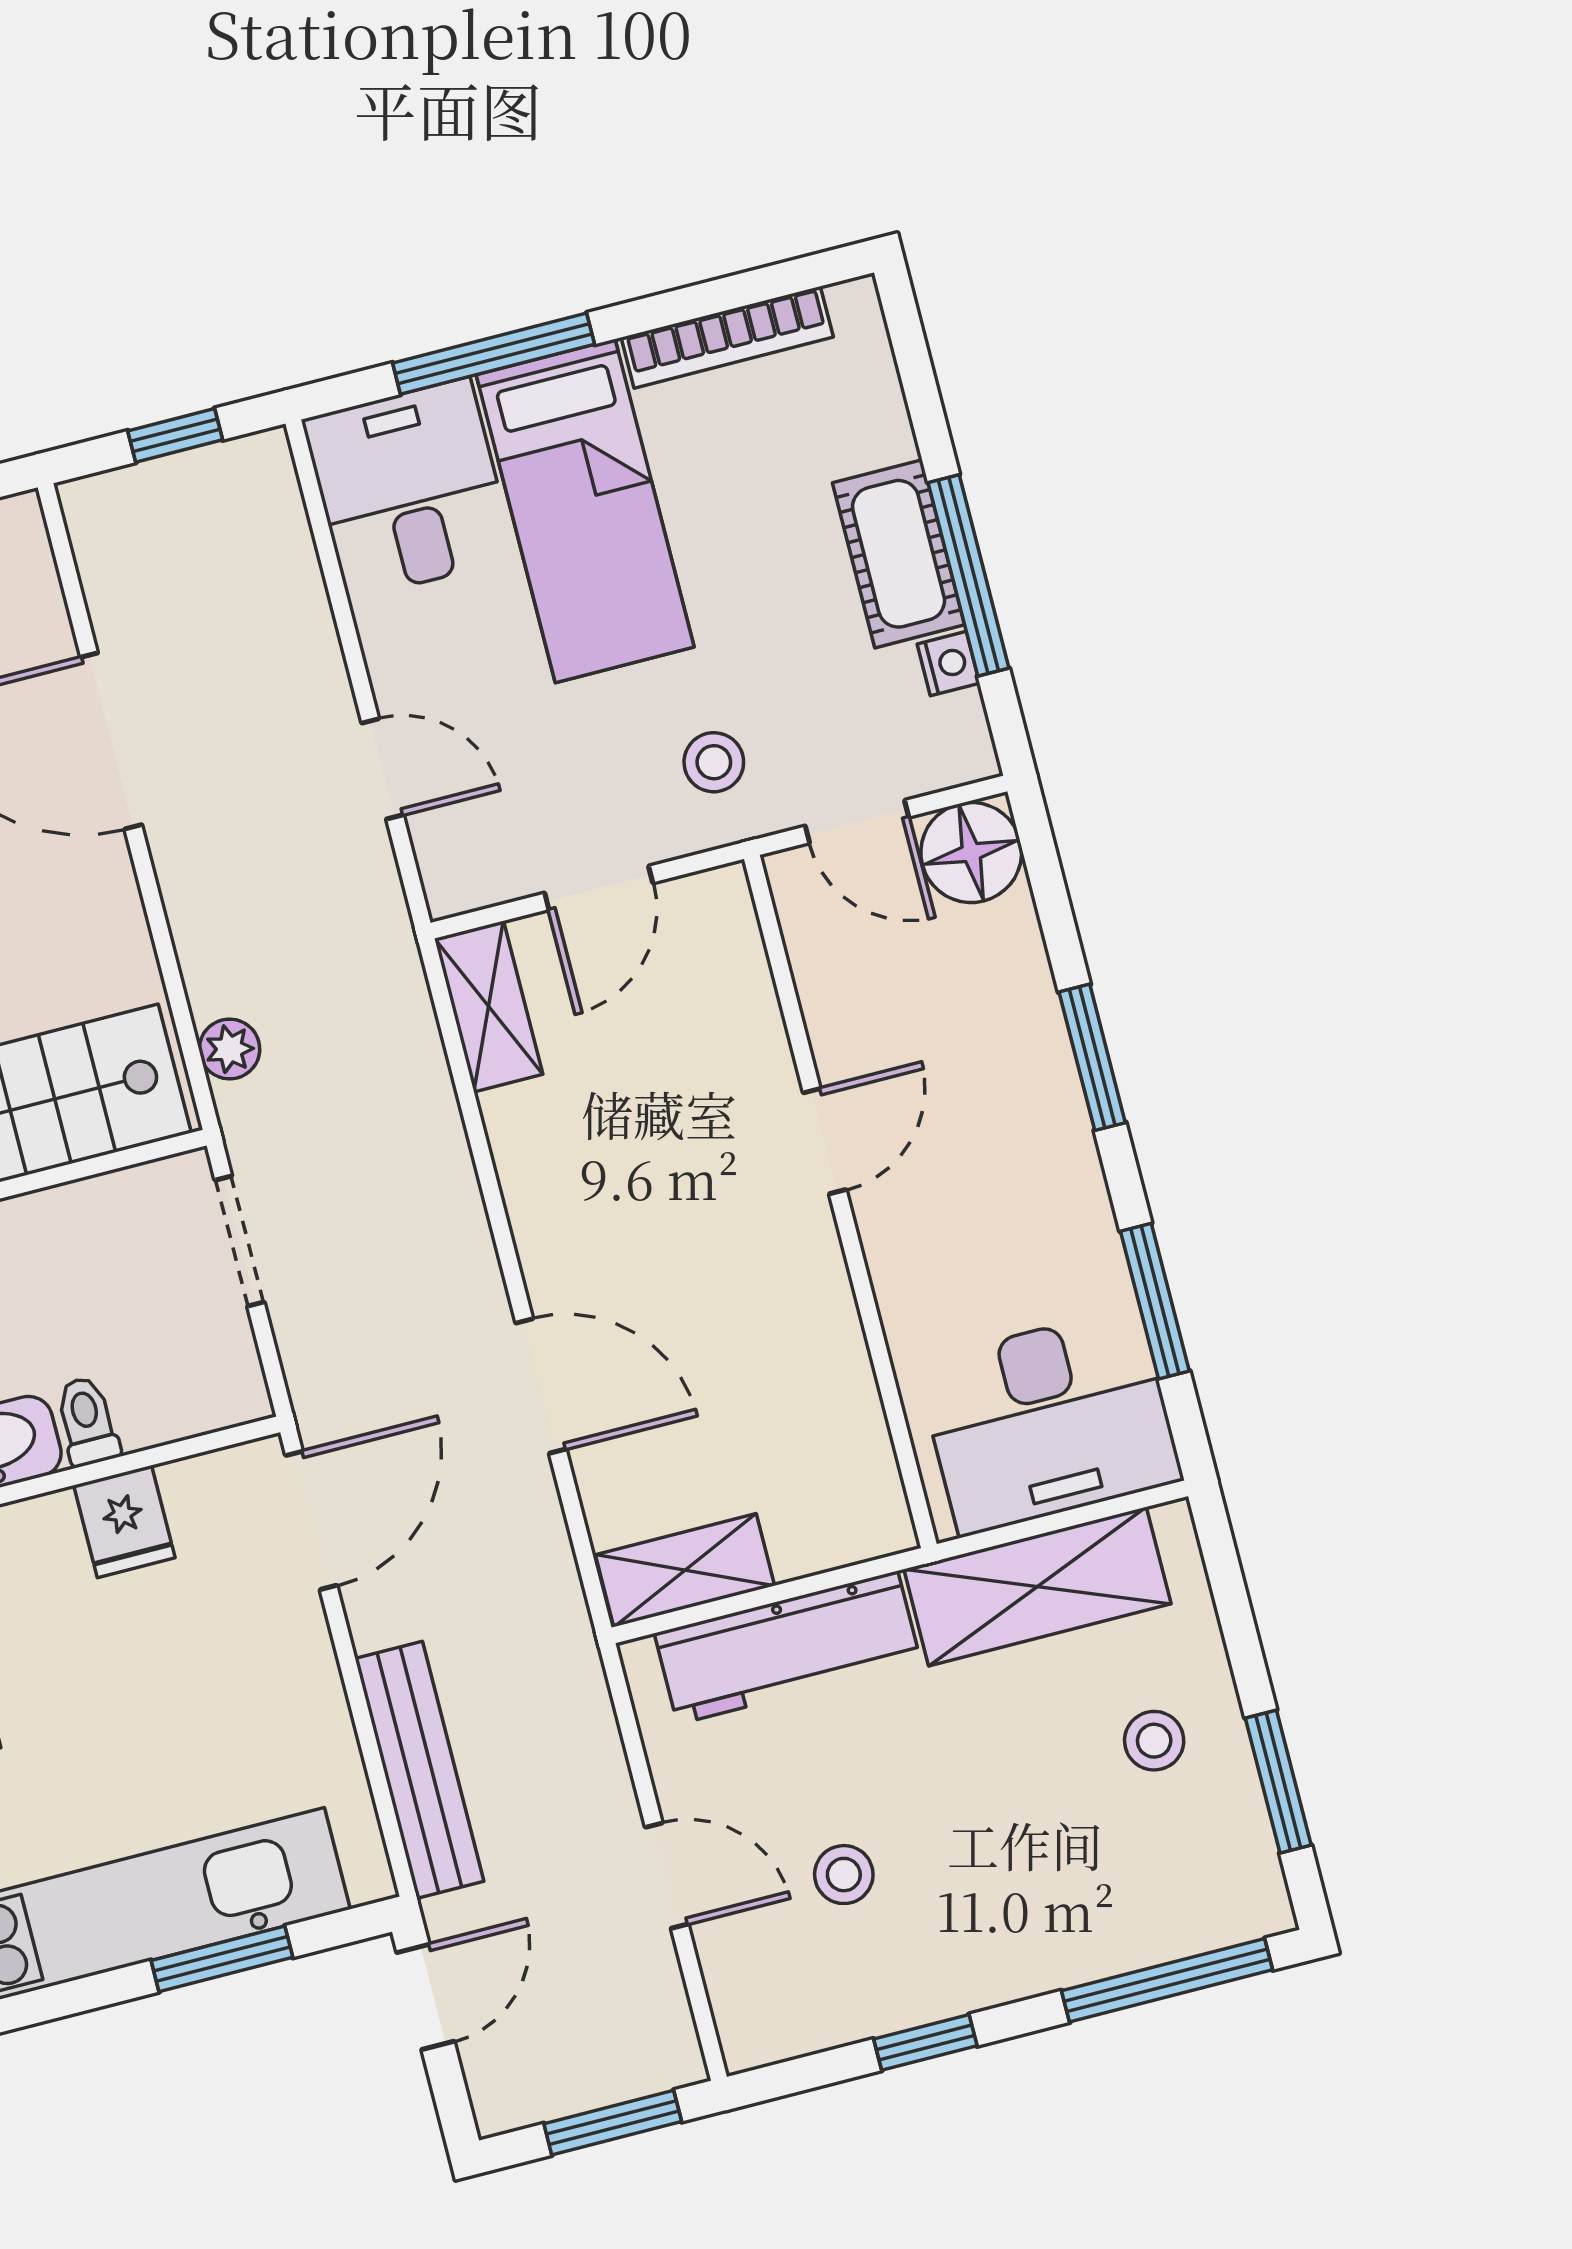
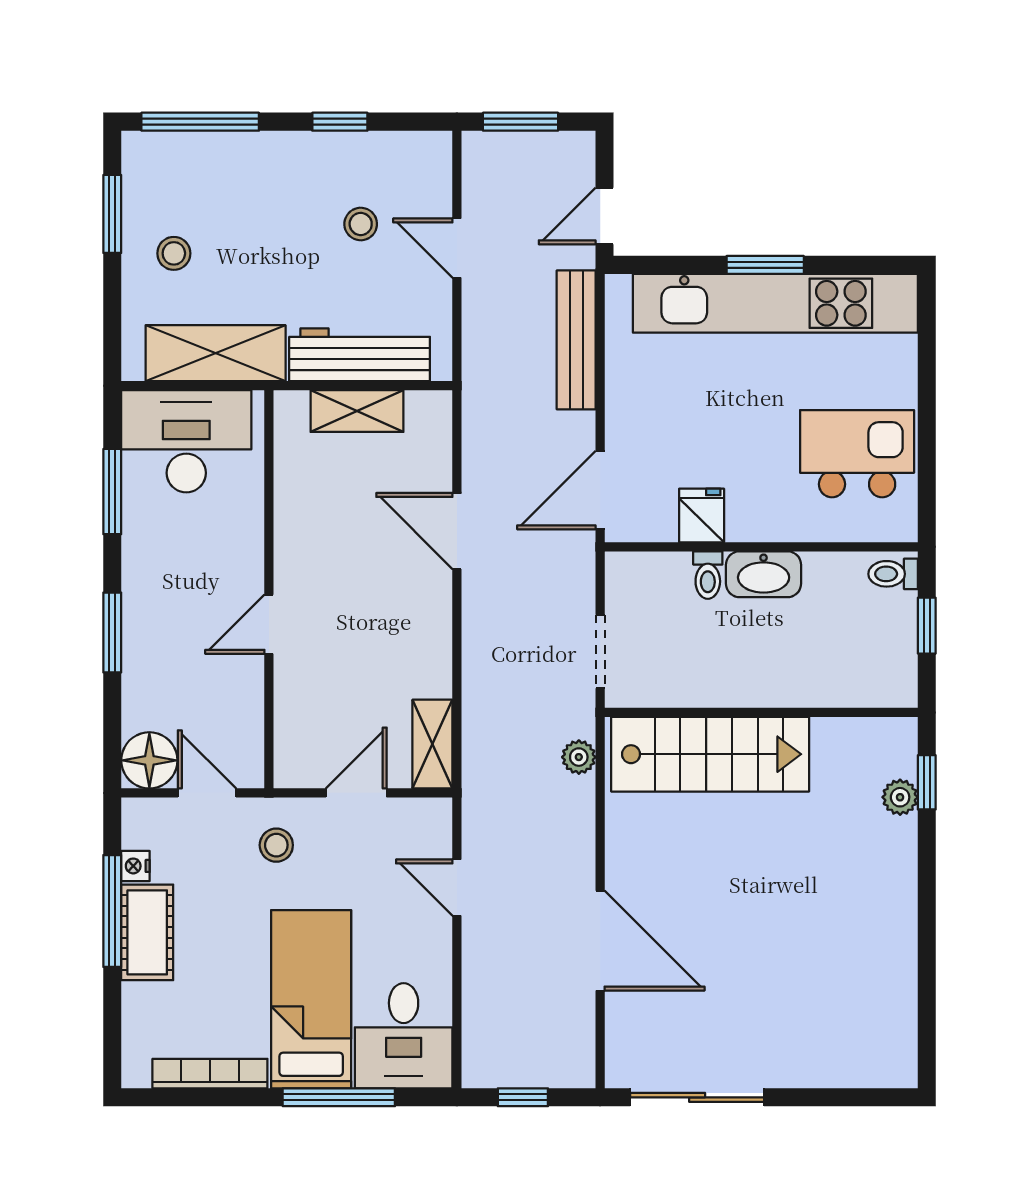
shelving: (685, 1570) -> (357, 411), moved
window: (222, 1959) -> (765, 265), moved

